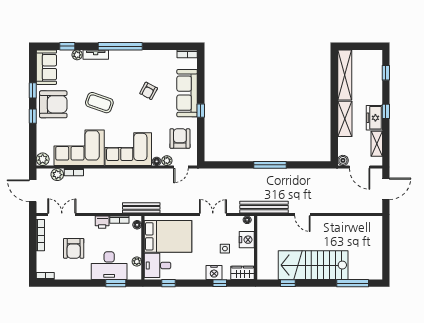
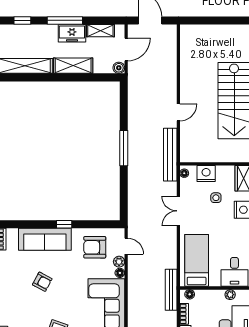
window: (386, 111) -> (65, 20), width x2.17
bed: (168, 236) -> (197, 260), width x0.67

